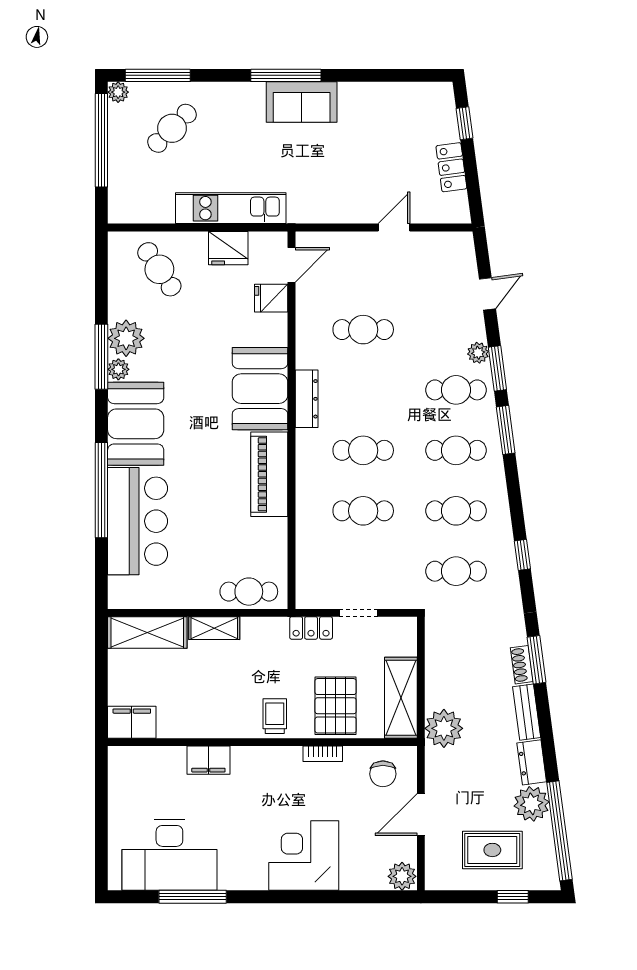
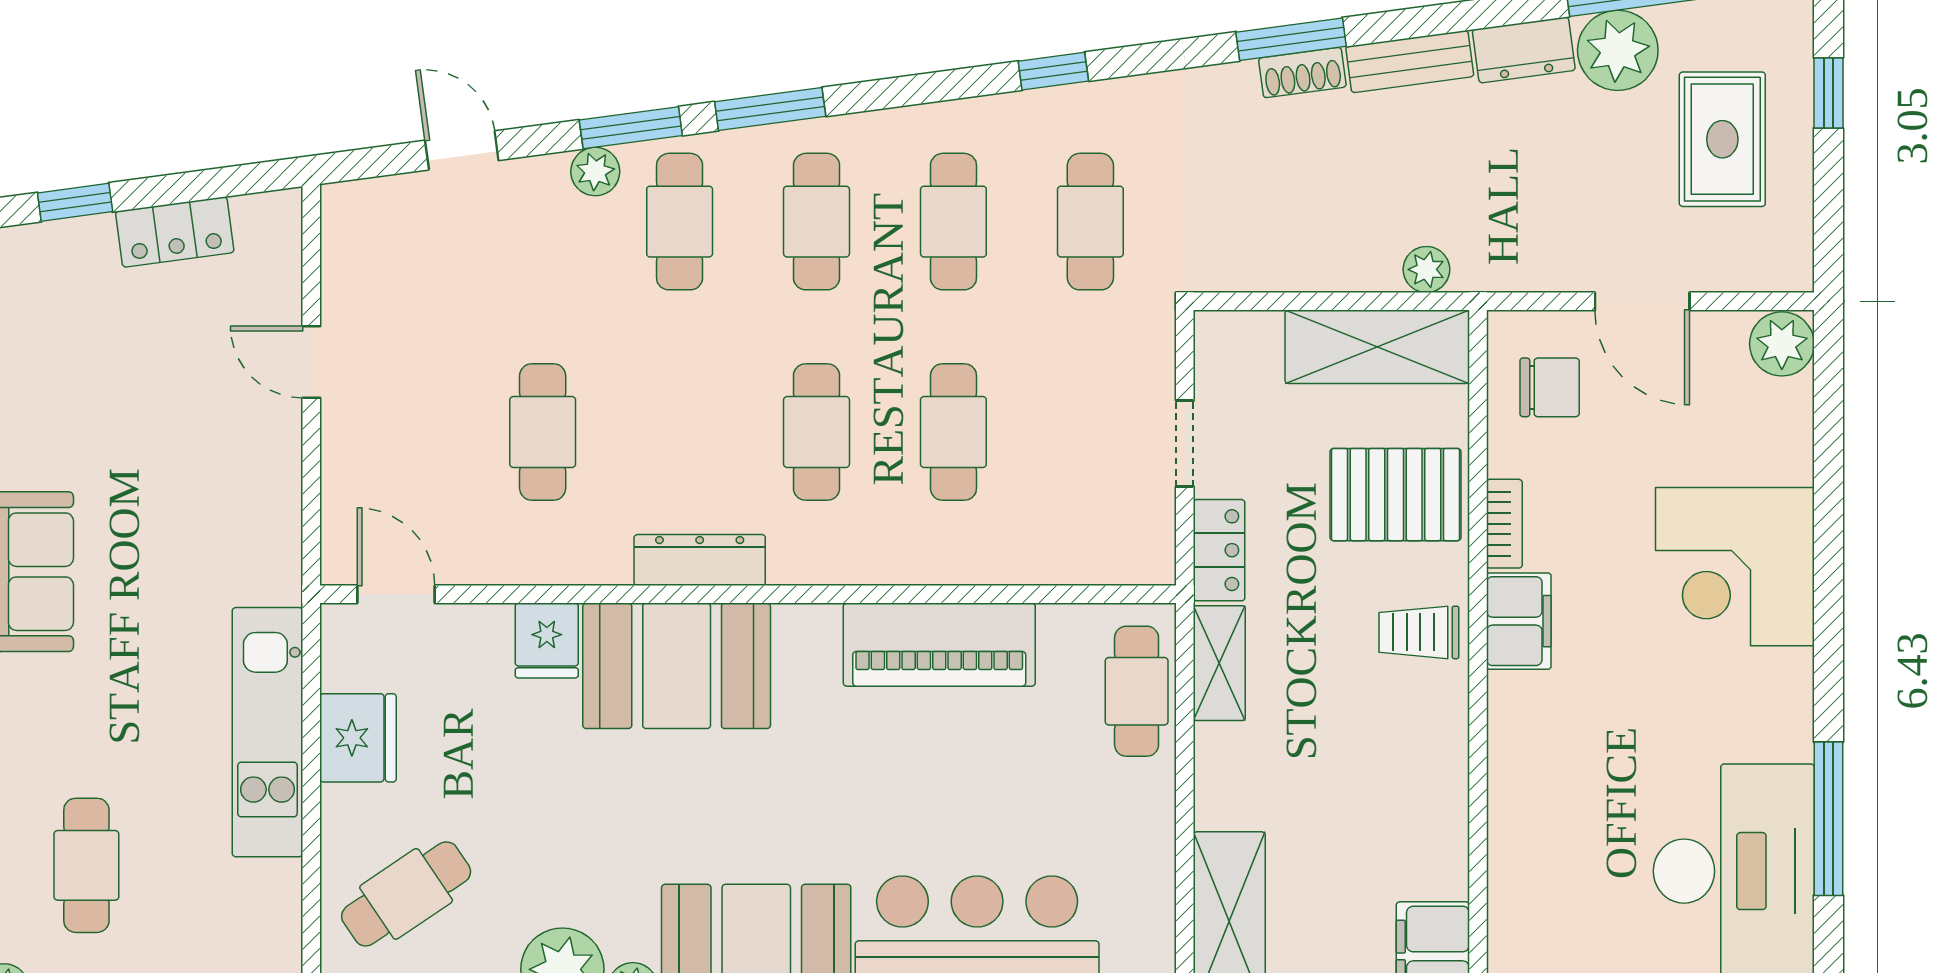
cafe table: (172, 128) -> (86, 865), turned 45
fridge: (271, 298) -> (547, 641), moved
piano: (269, 474) -> (939, 645), moved
shelving: (214, 628) -> (1219, 663), moved
plant: (444, 728) -> (1426, 269), width x0.53, depth x0.53
filing cabinet: (208, 760) -> (1519, 621), moved

